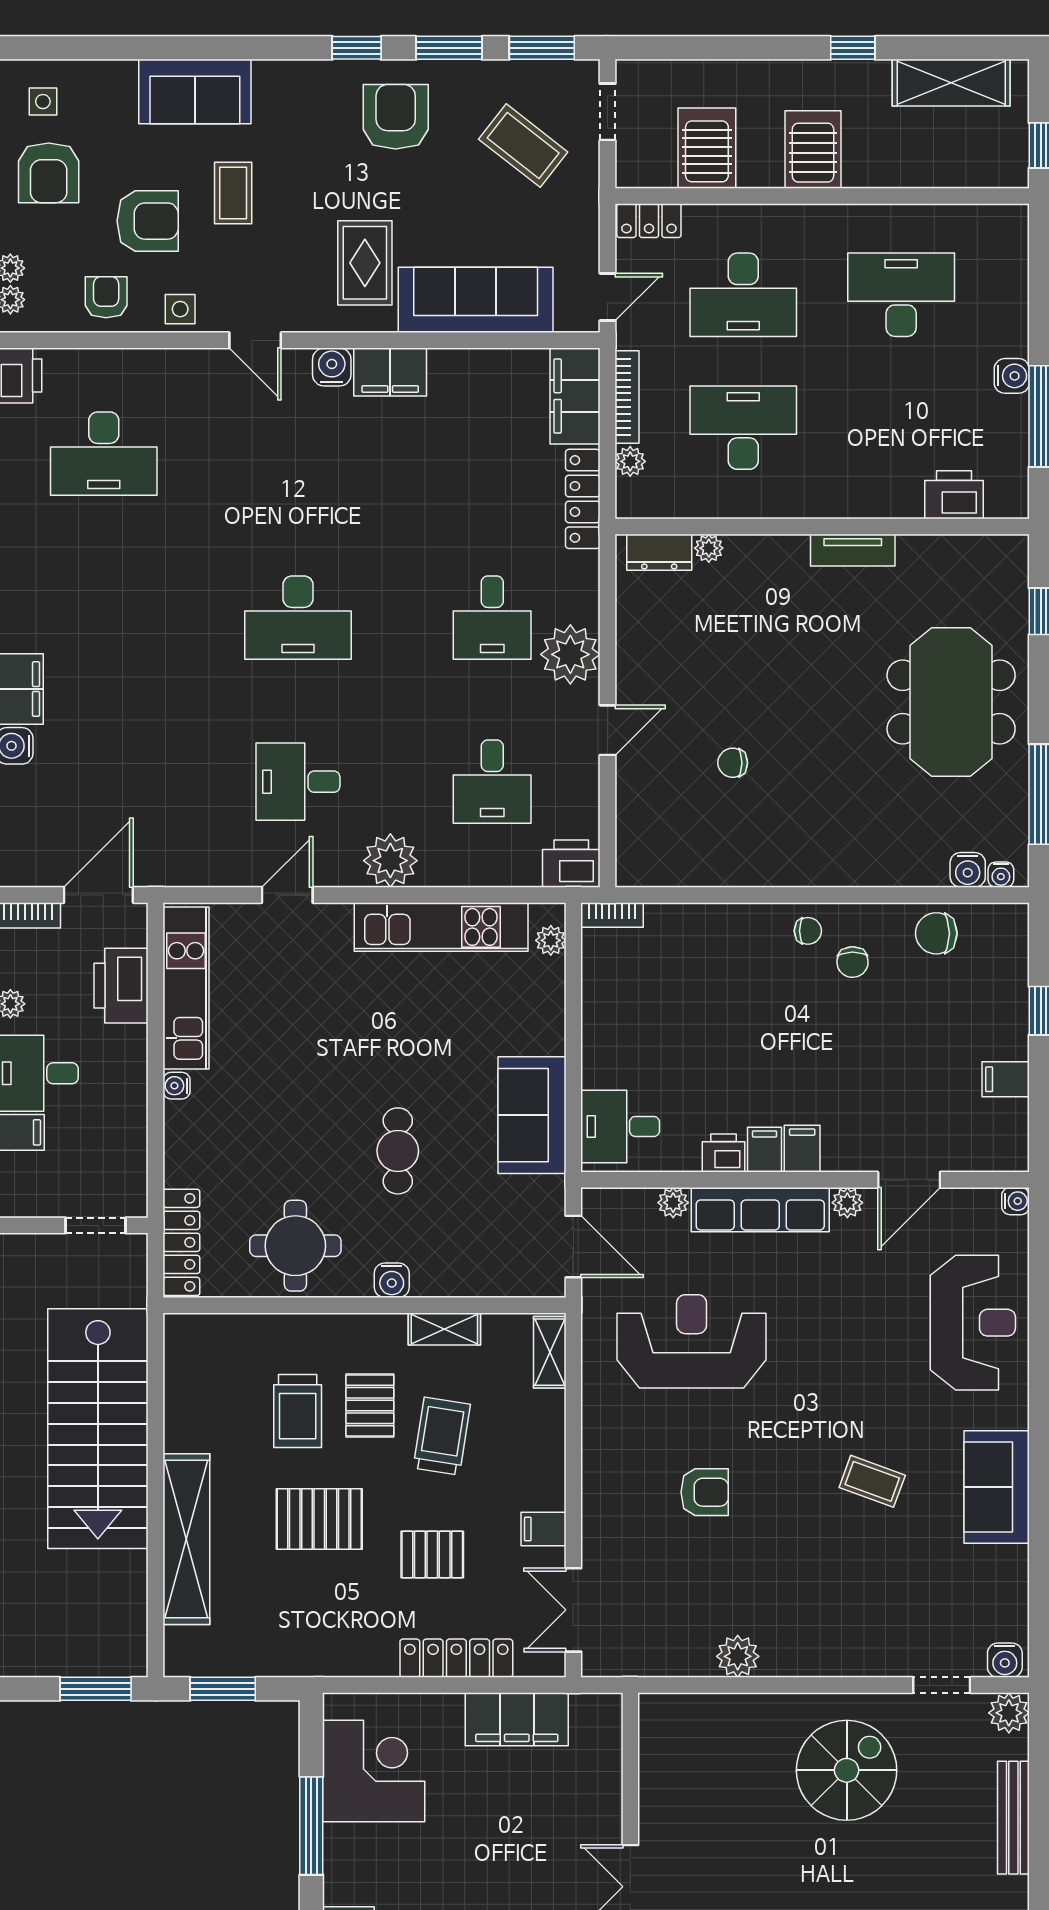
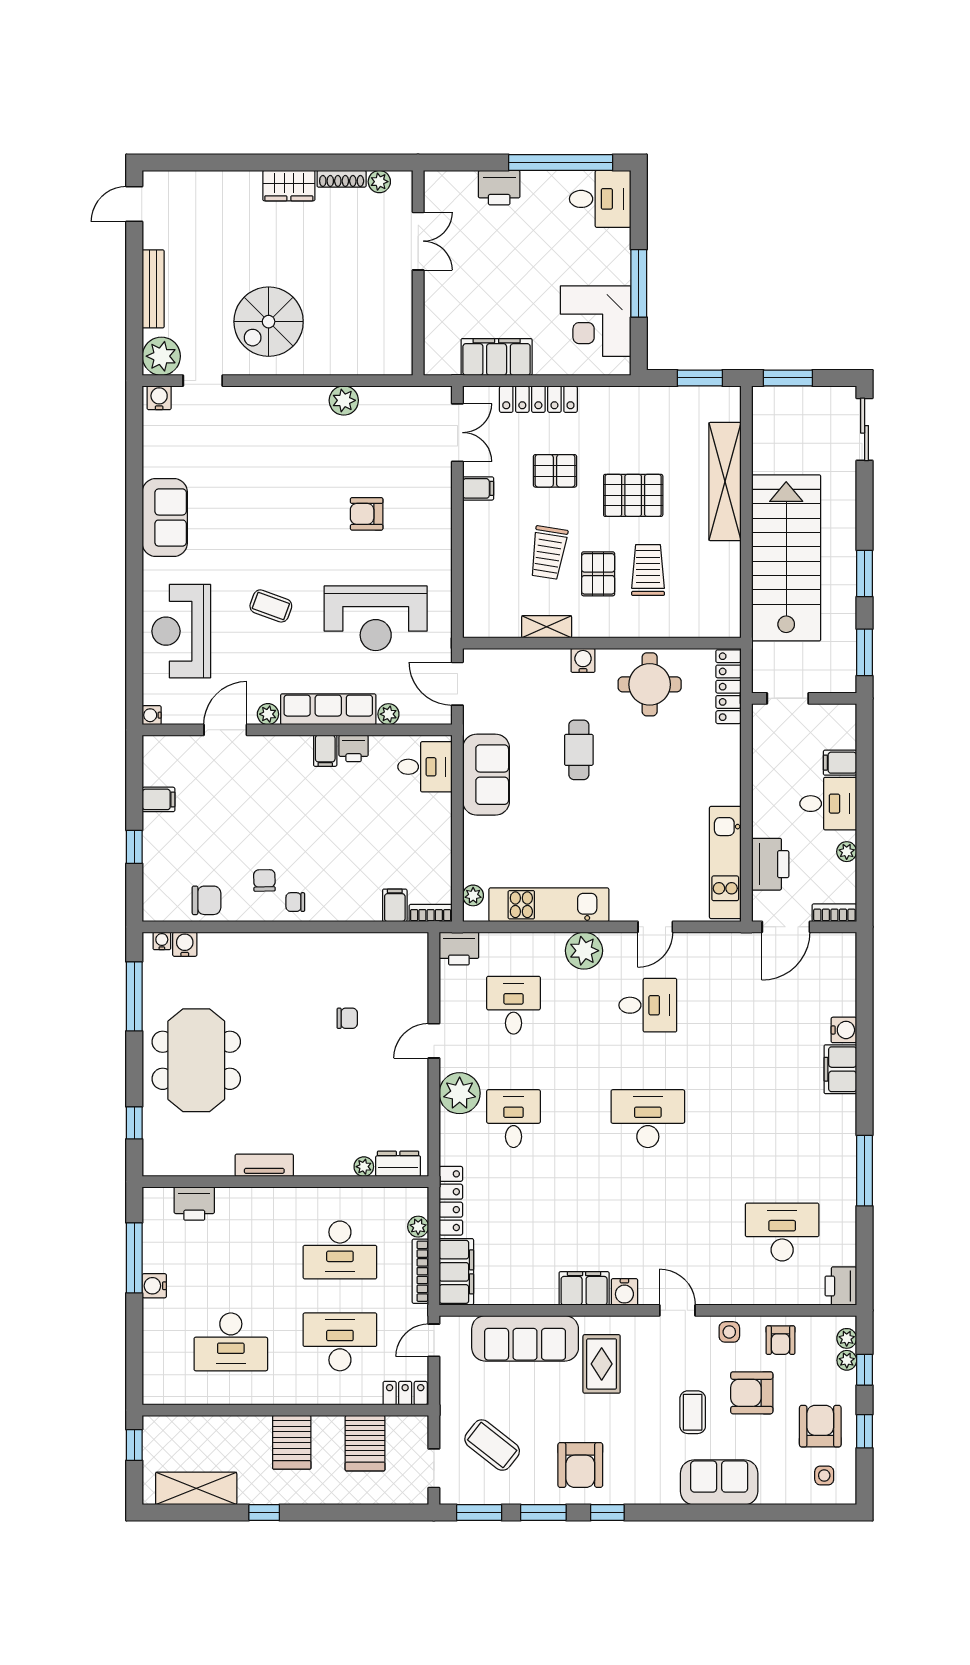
water cooler: (177, 1086) -> (732, 795), removed
filing cabinet: (802, 1149) -> (395, 905), moved, turned 180
shelving: (550, 1352) -> (474, 611), removed
coffee table: (872, 1481) -> (271, 606), moved
plant: (1009, 1713) -> (161, 356), width x1.36, depth x1.36

